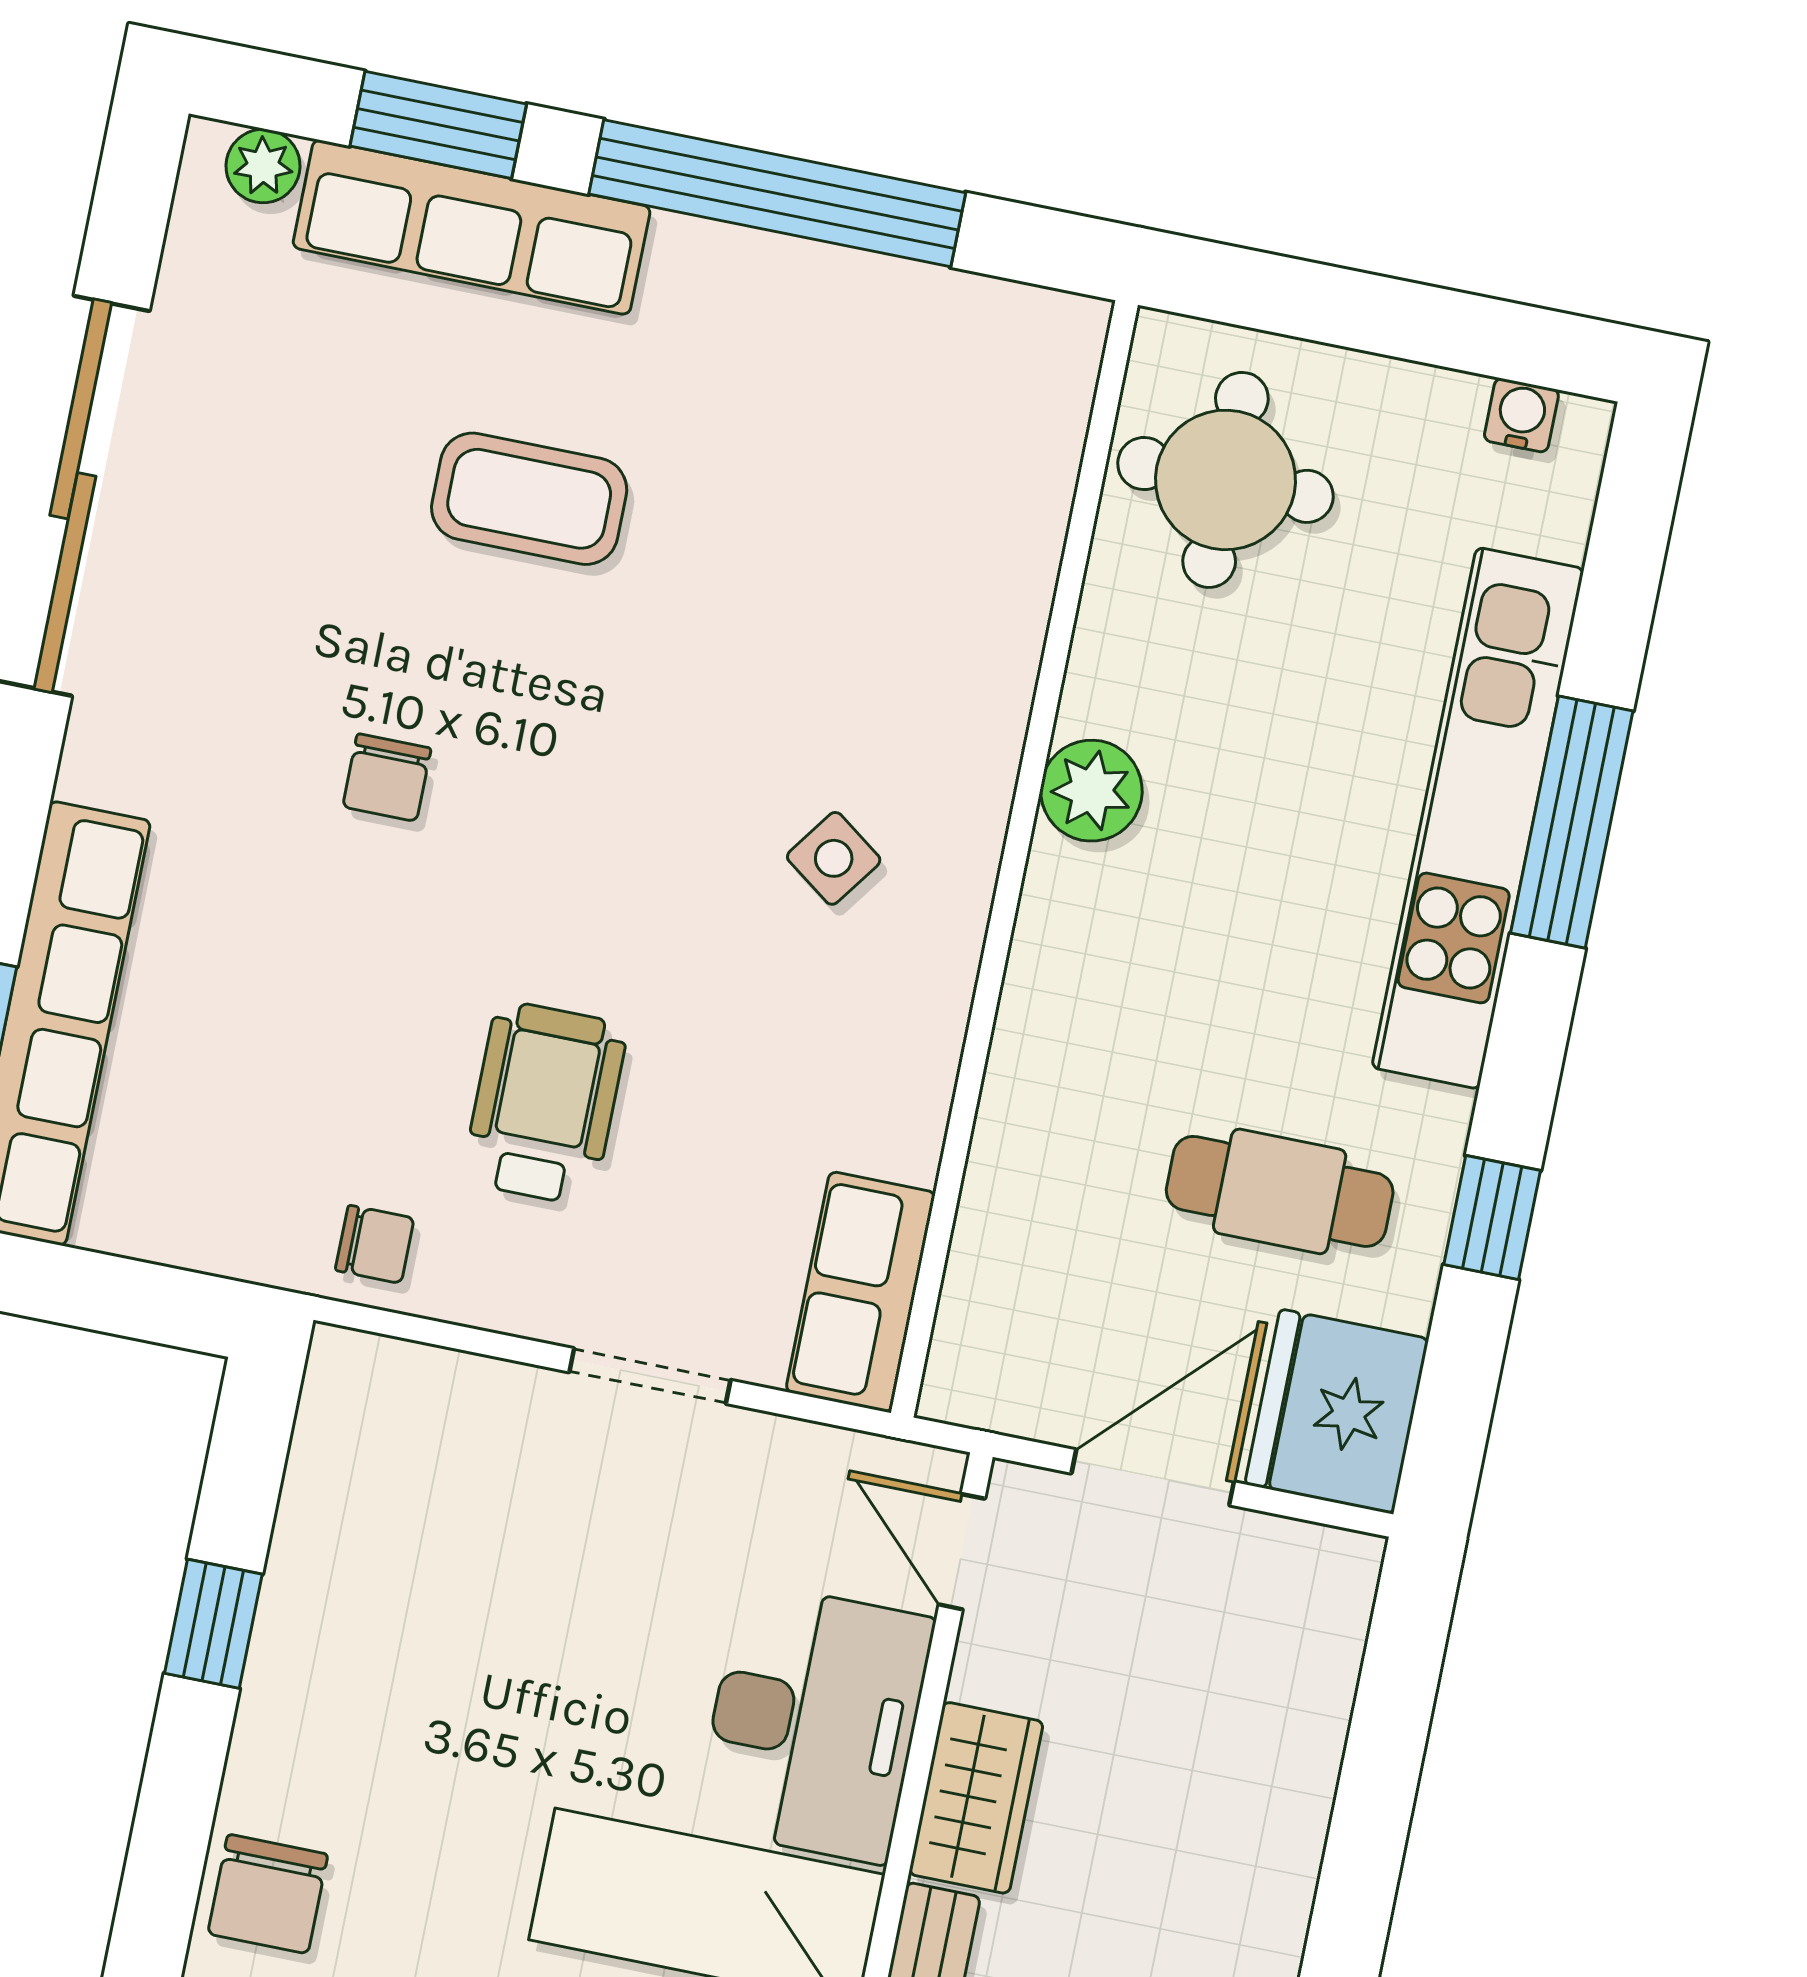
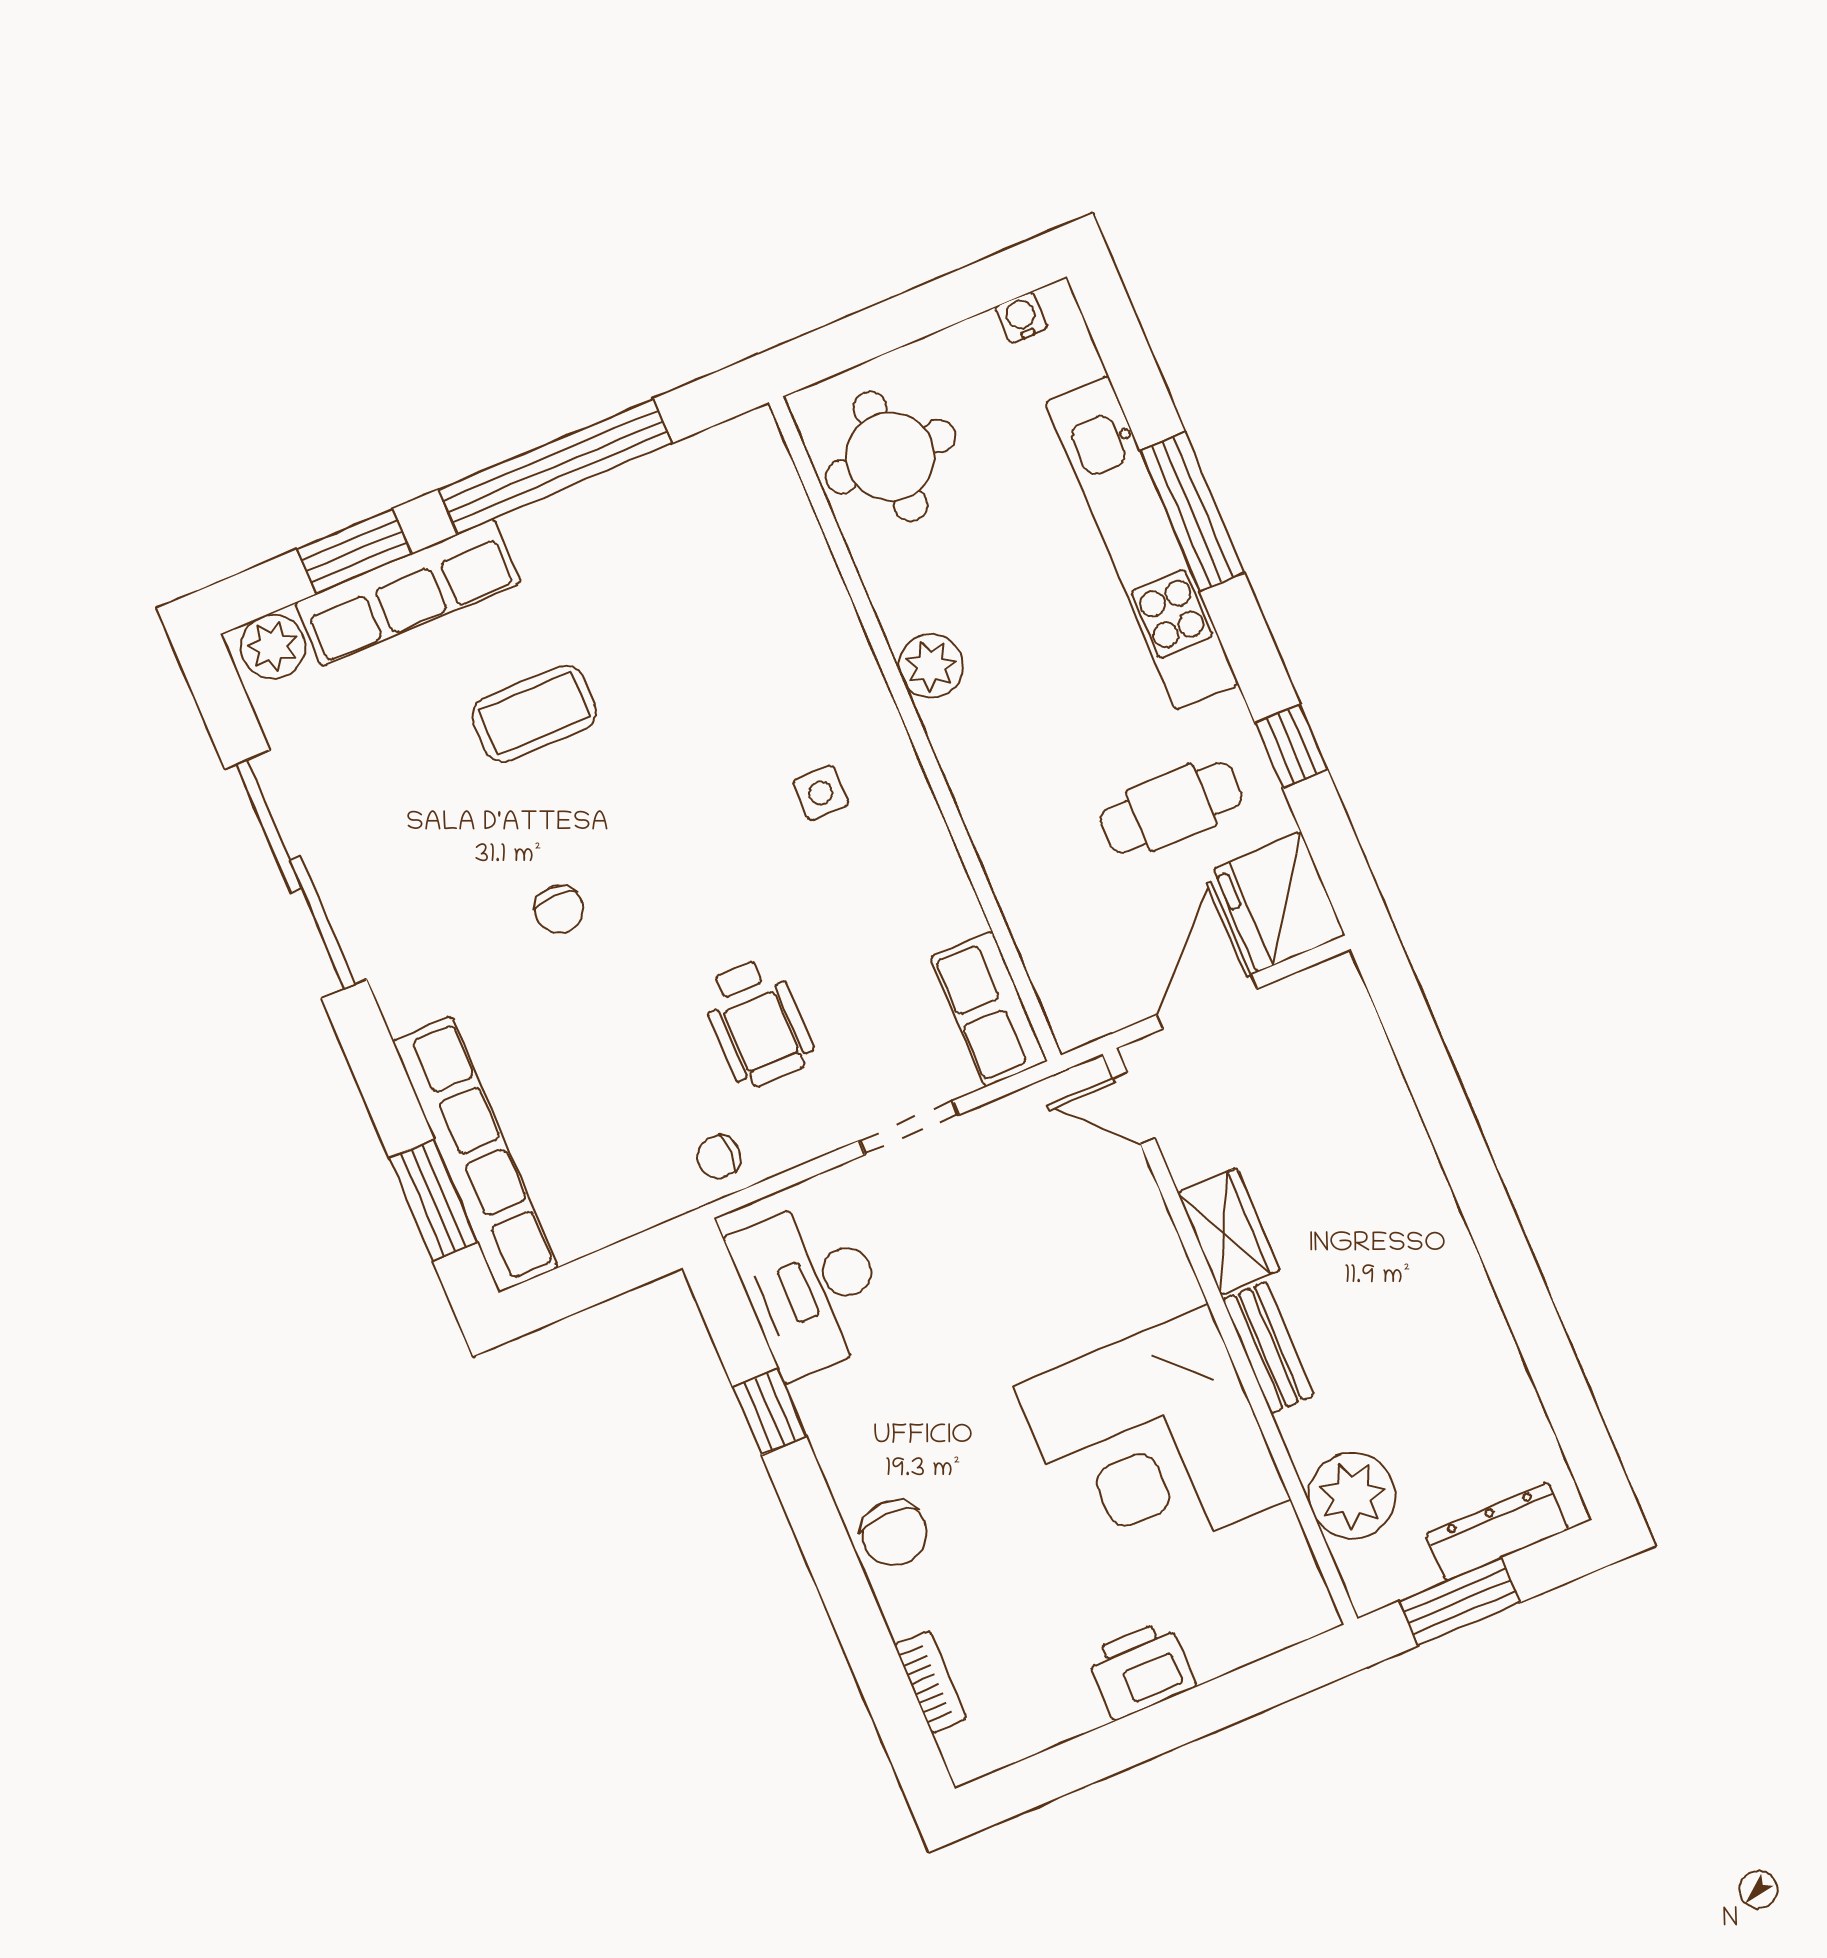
plant: (263, 166) -> (273, 646), width x1.38, depth x1.38
side table: (834, 858) -> (821, 793), turned -36
wheelchair: (545, 1103) -> (757, 1023), turned 180
chair: (375, 1244) -> (719, 1157), turned 180
desk: (814, 1723) -> (811, 1287), moved, turned 180

